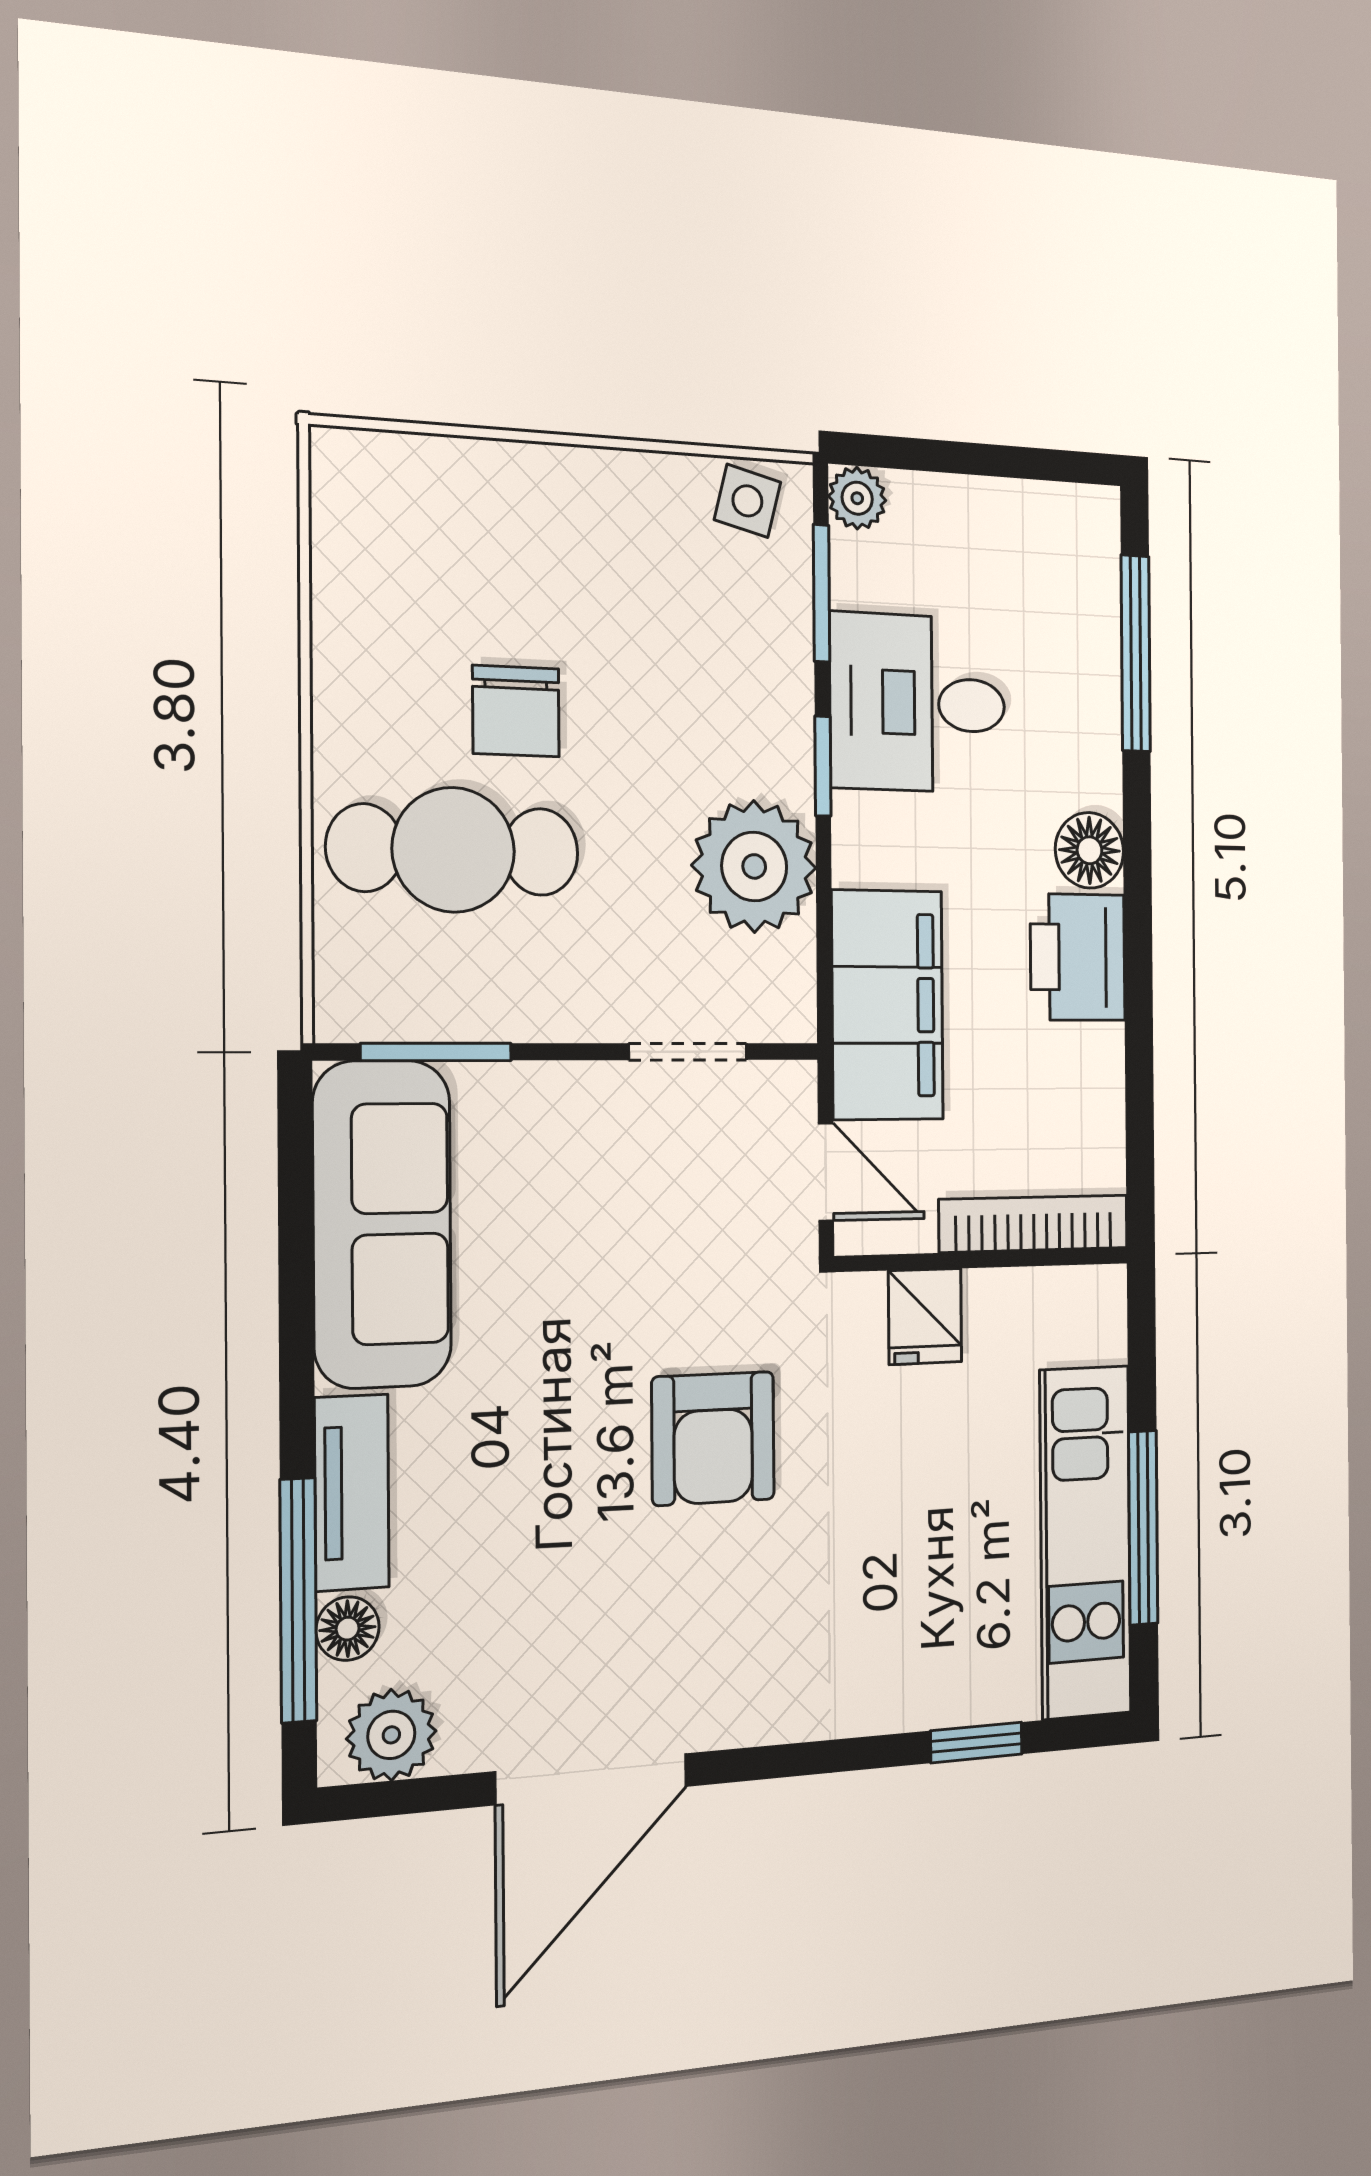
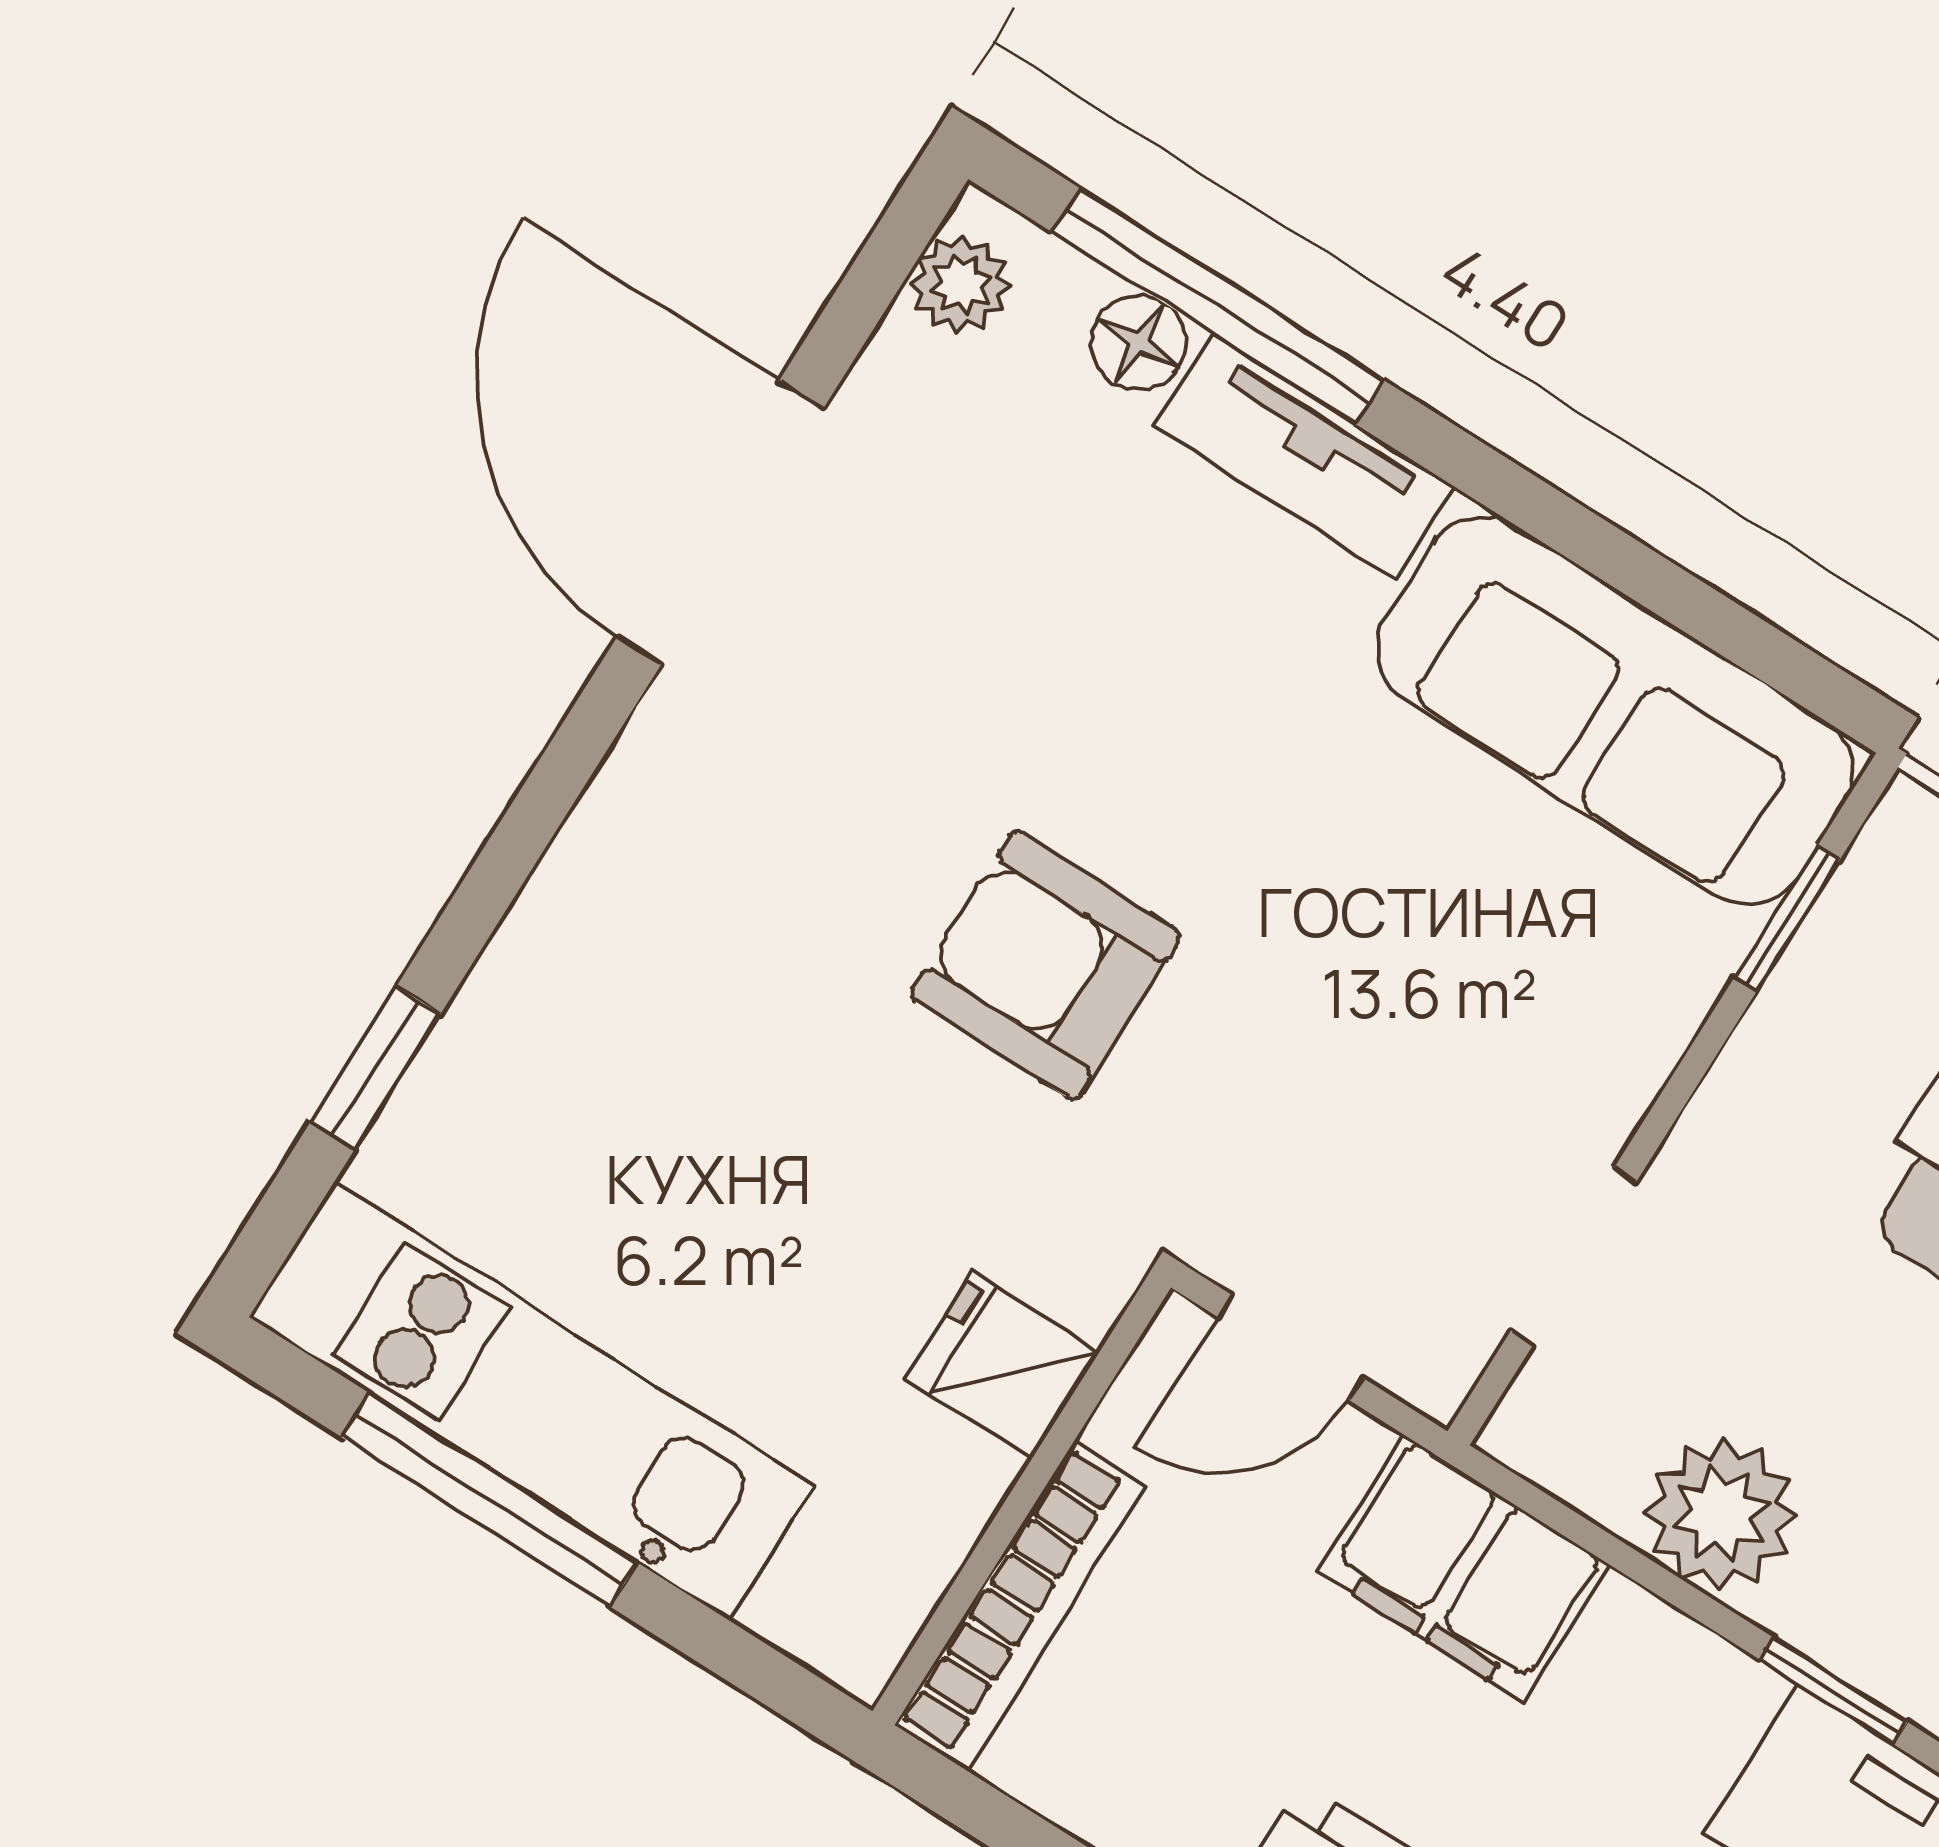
plant: (754, 866) -> (1721, 1514), width x0.73, depth x0.73
filing cabinet: (888, 1005) -> (1464, 1569), width x0.67, depth x0.86
window: (436, 1052) -> (1787, 919), width x0.67
plant: (391, 1735) -> (960, 284), width x0.73, depth x0.73

